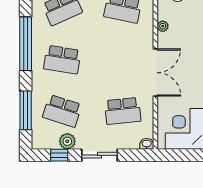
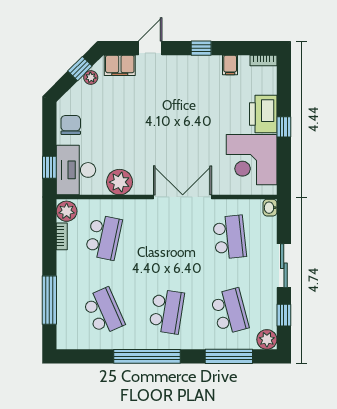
plant: (163, 26) -> (120, 182), width x1.88, depth x1.88
school desk: (62, 111) -> (230, 311), turned -33
plant: (67, 141) -> (267, 339), moved

